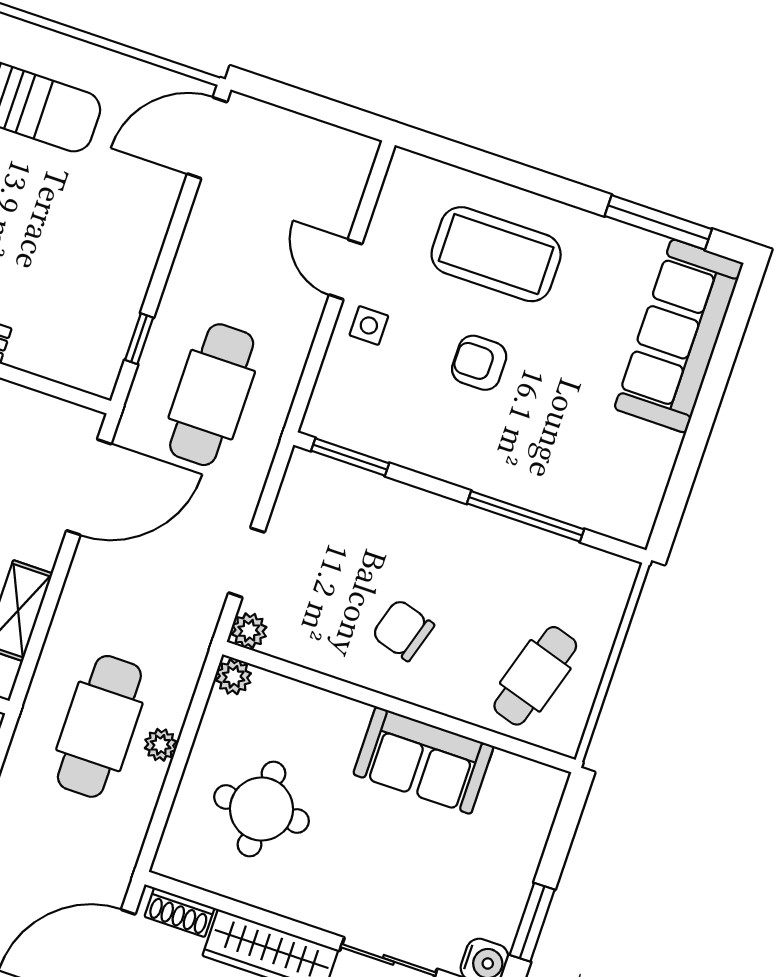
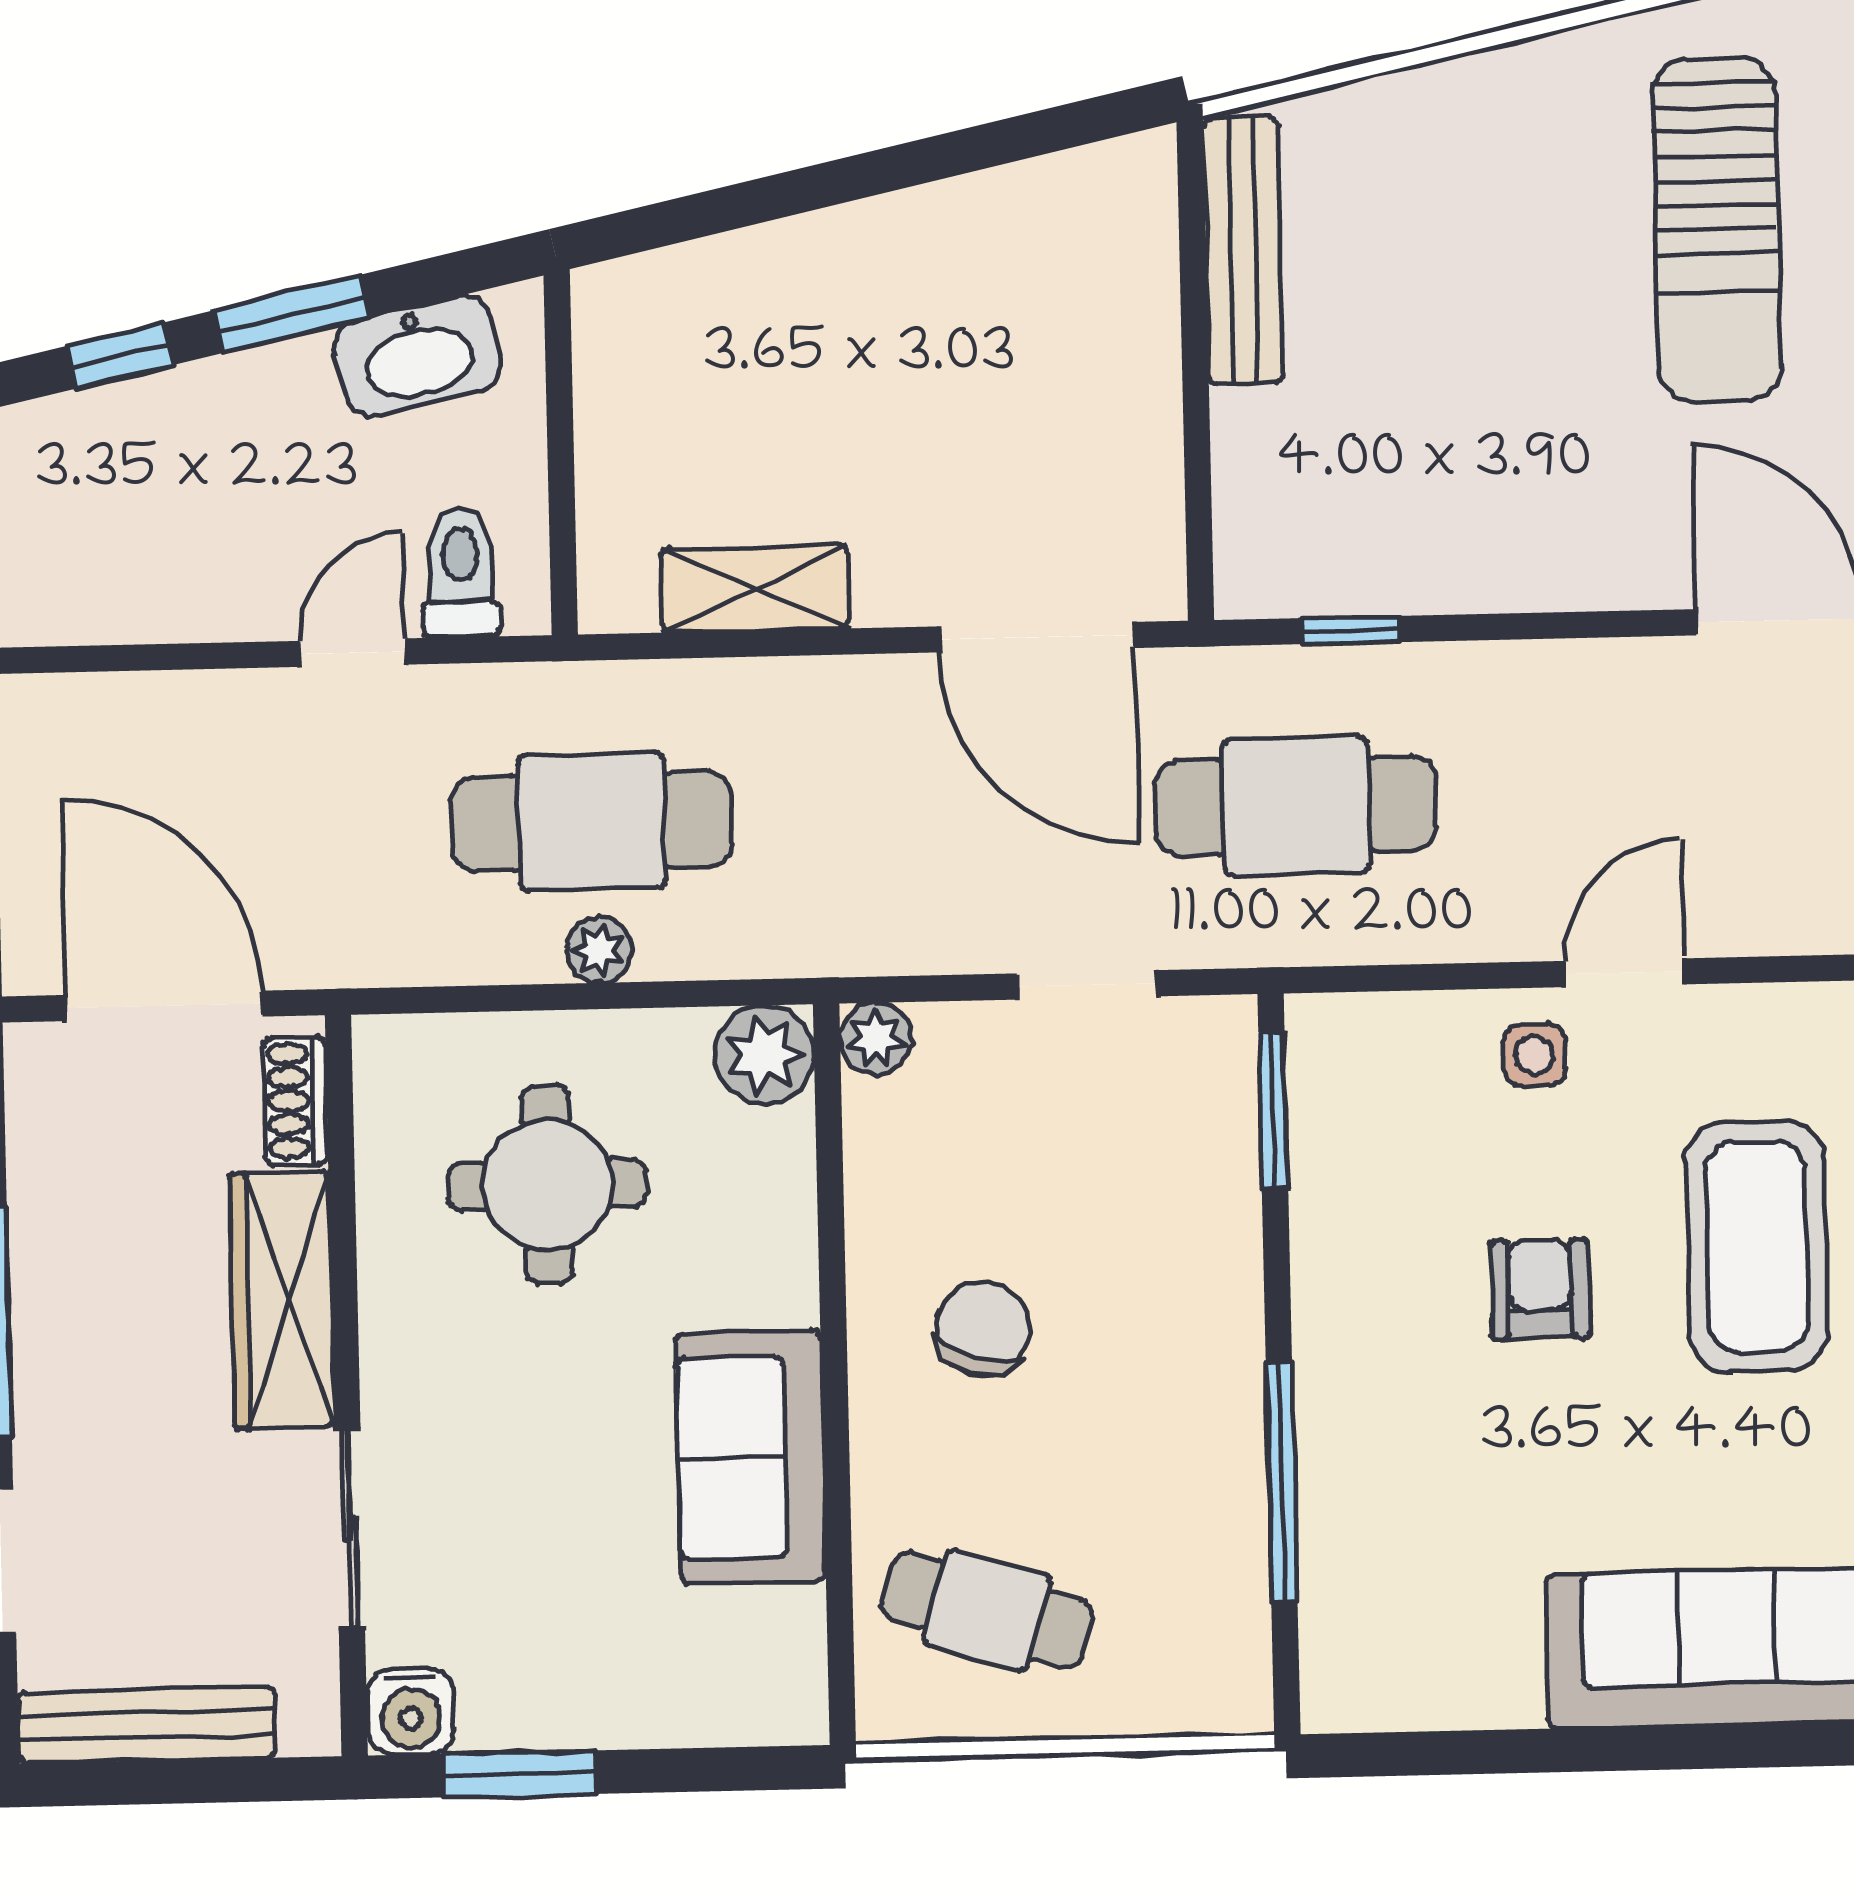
doorway: (246, 563) -> (1087, 985), moved
plant: (234, 677) -> (765, 1055), width x1.38, depth x1.38

